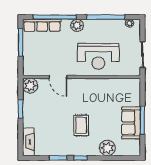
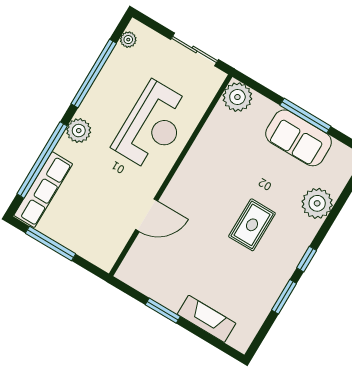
plant: (30, 86) -> (237, 97), moved
rug: (81, 125) -> (252, 225), turned 90
fireplace: (28, 142) -> (207, 319), moved

